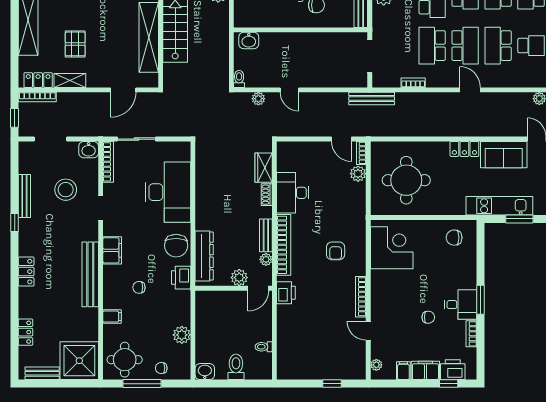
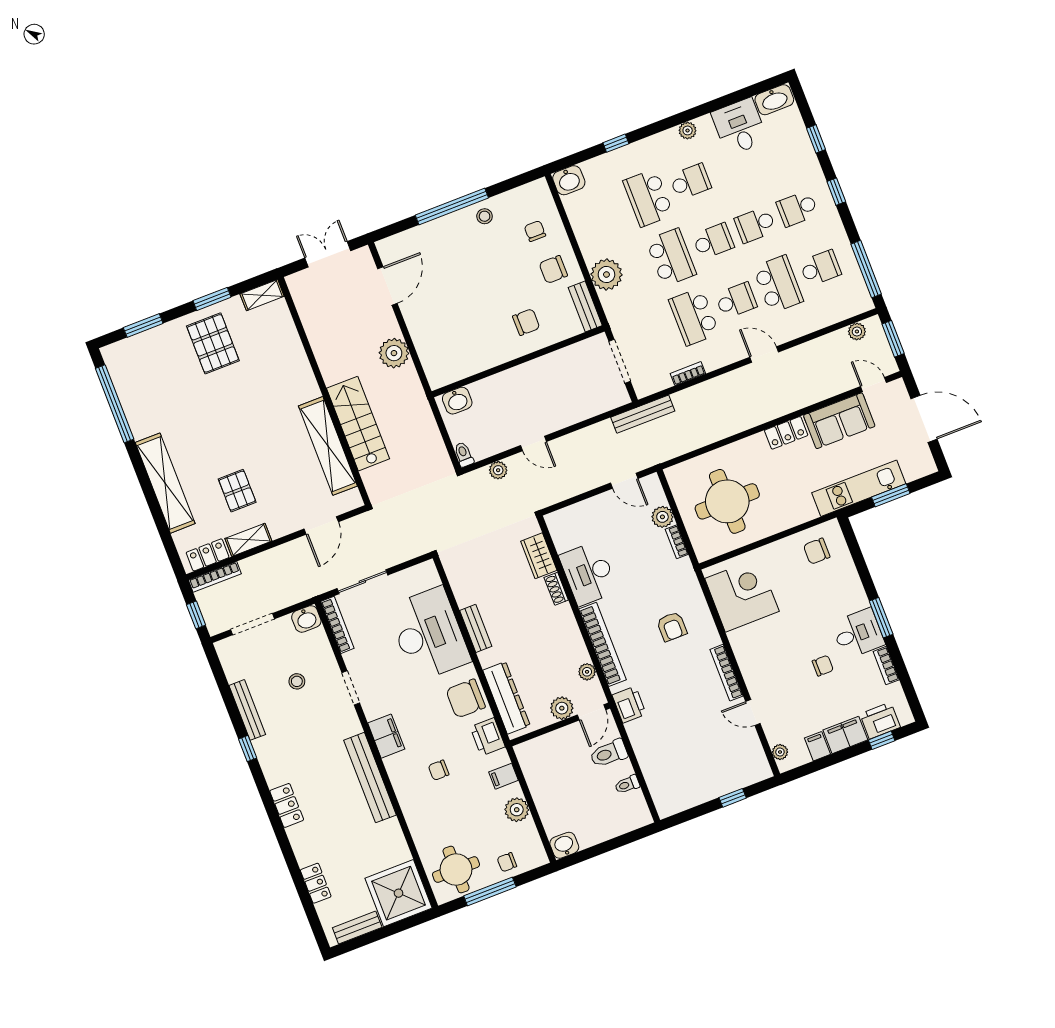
school desk: (465, 46) -> (736, 300), width x0.54
school desk: (498, 46) -> (778, 284), turned 180
bookcase: (361, 153) -> (677, 542), moved
stool: (66, 190) -> (297, 681), width x0.53, depth x0.53
bench: (266, 235) -> (476, 628), moved
chair: (176, 246) -> (466, 699), turned 89
filing cabinet: (112, 316) -> (504, 776), moved, turned 180
toilet: (236, 367) -> (609, 753), moved, turned -90

